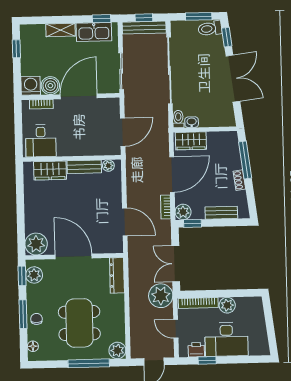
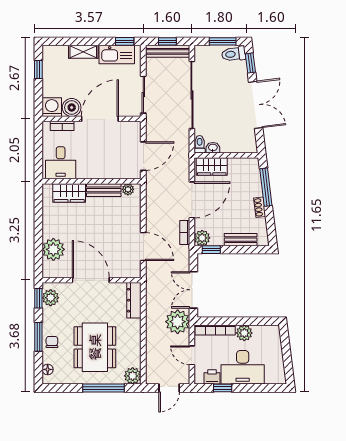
plant: (36, 244) -> (53, 249), moved

